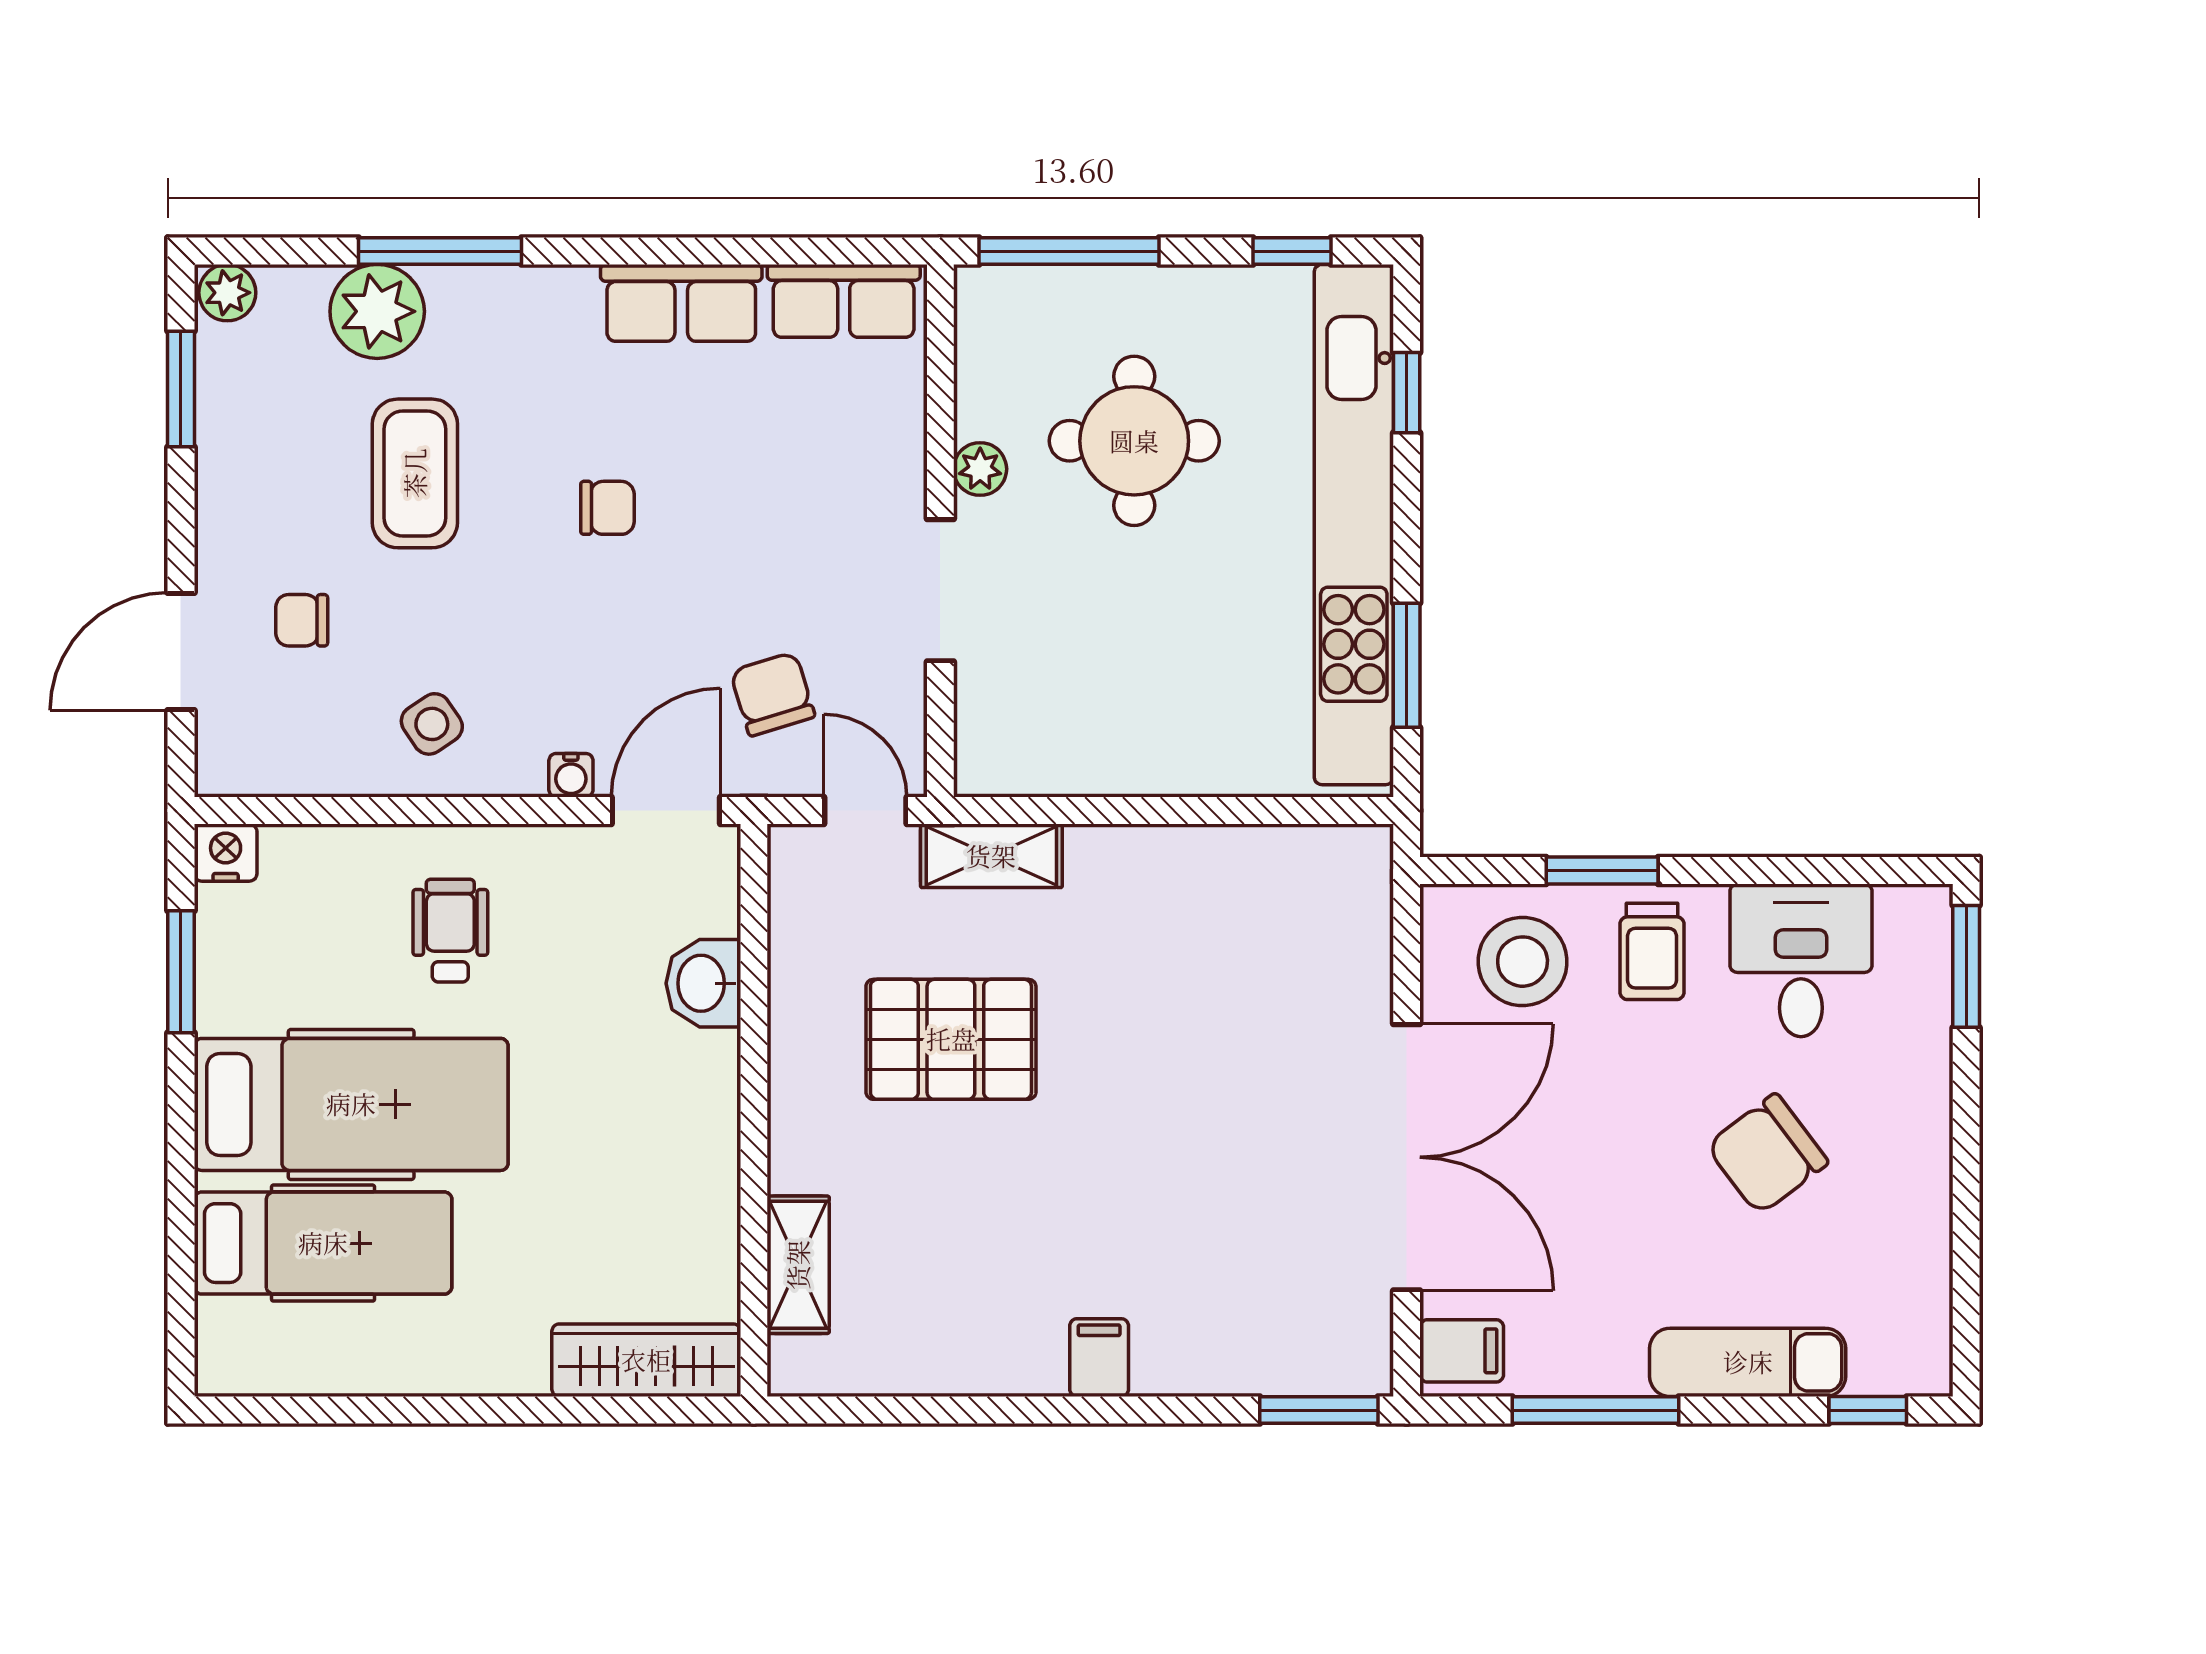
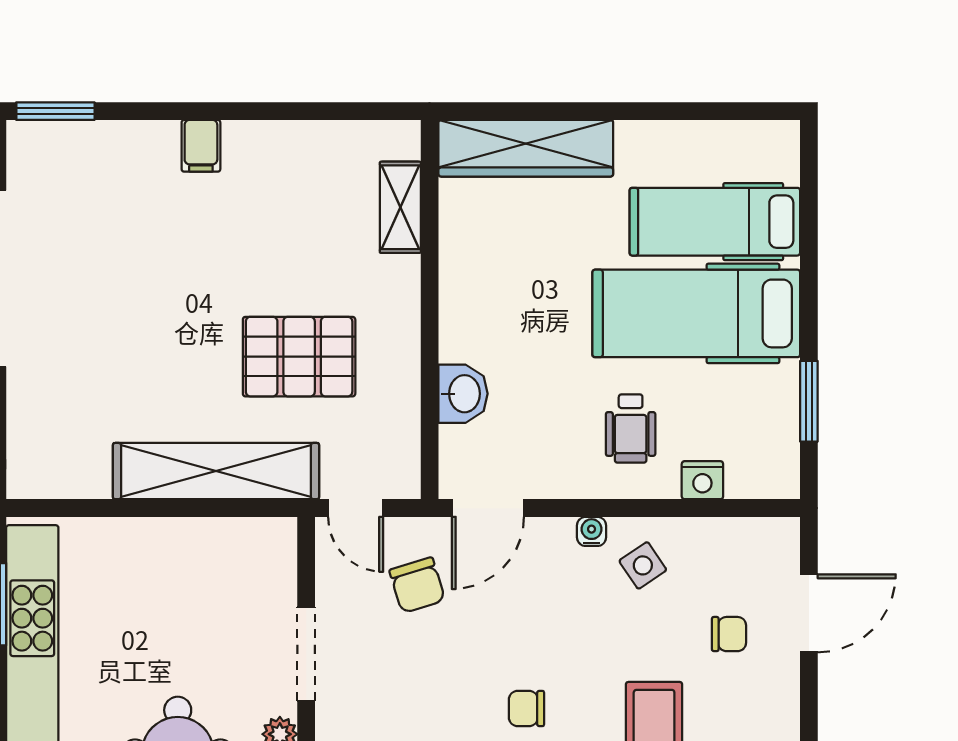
water cooler: (571, 775) -> (592, 531), moved
nightstand: (226, 853) -> (702, 480), moved
shelving: (991, 856) -> (216, 471), width x2.20, depth x1.33
wardrobe: (646, 1360) -> (526, 148), width x1.40, depth x1.17

